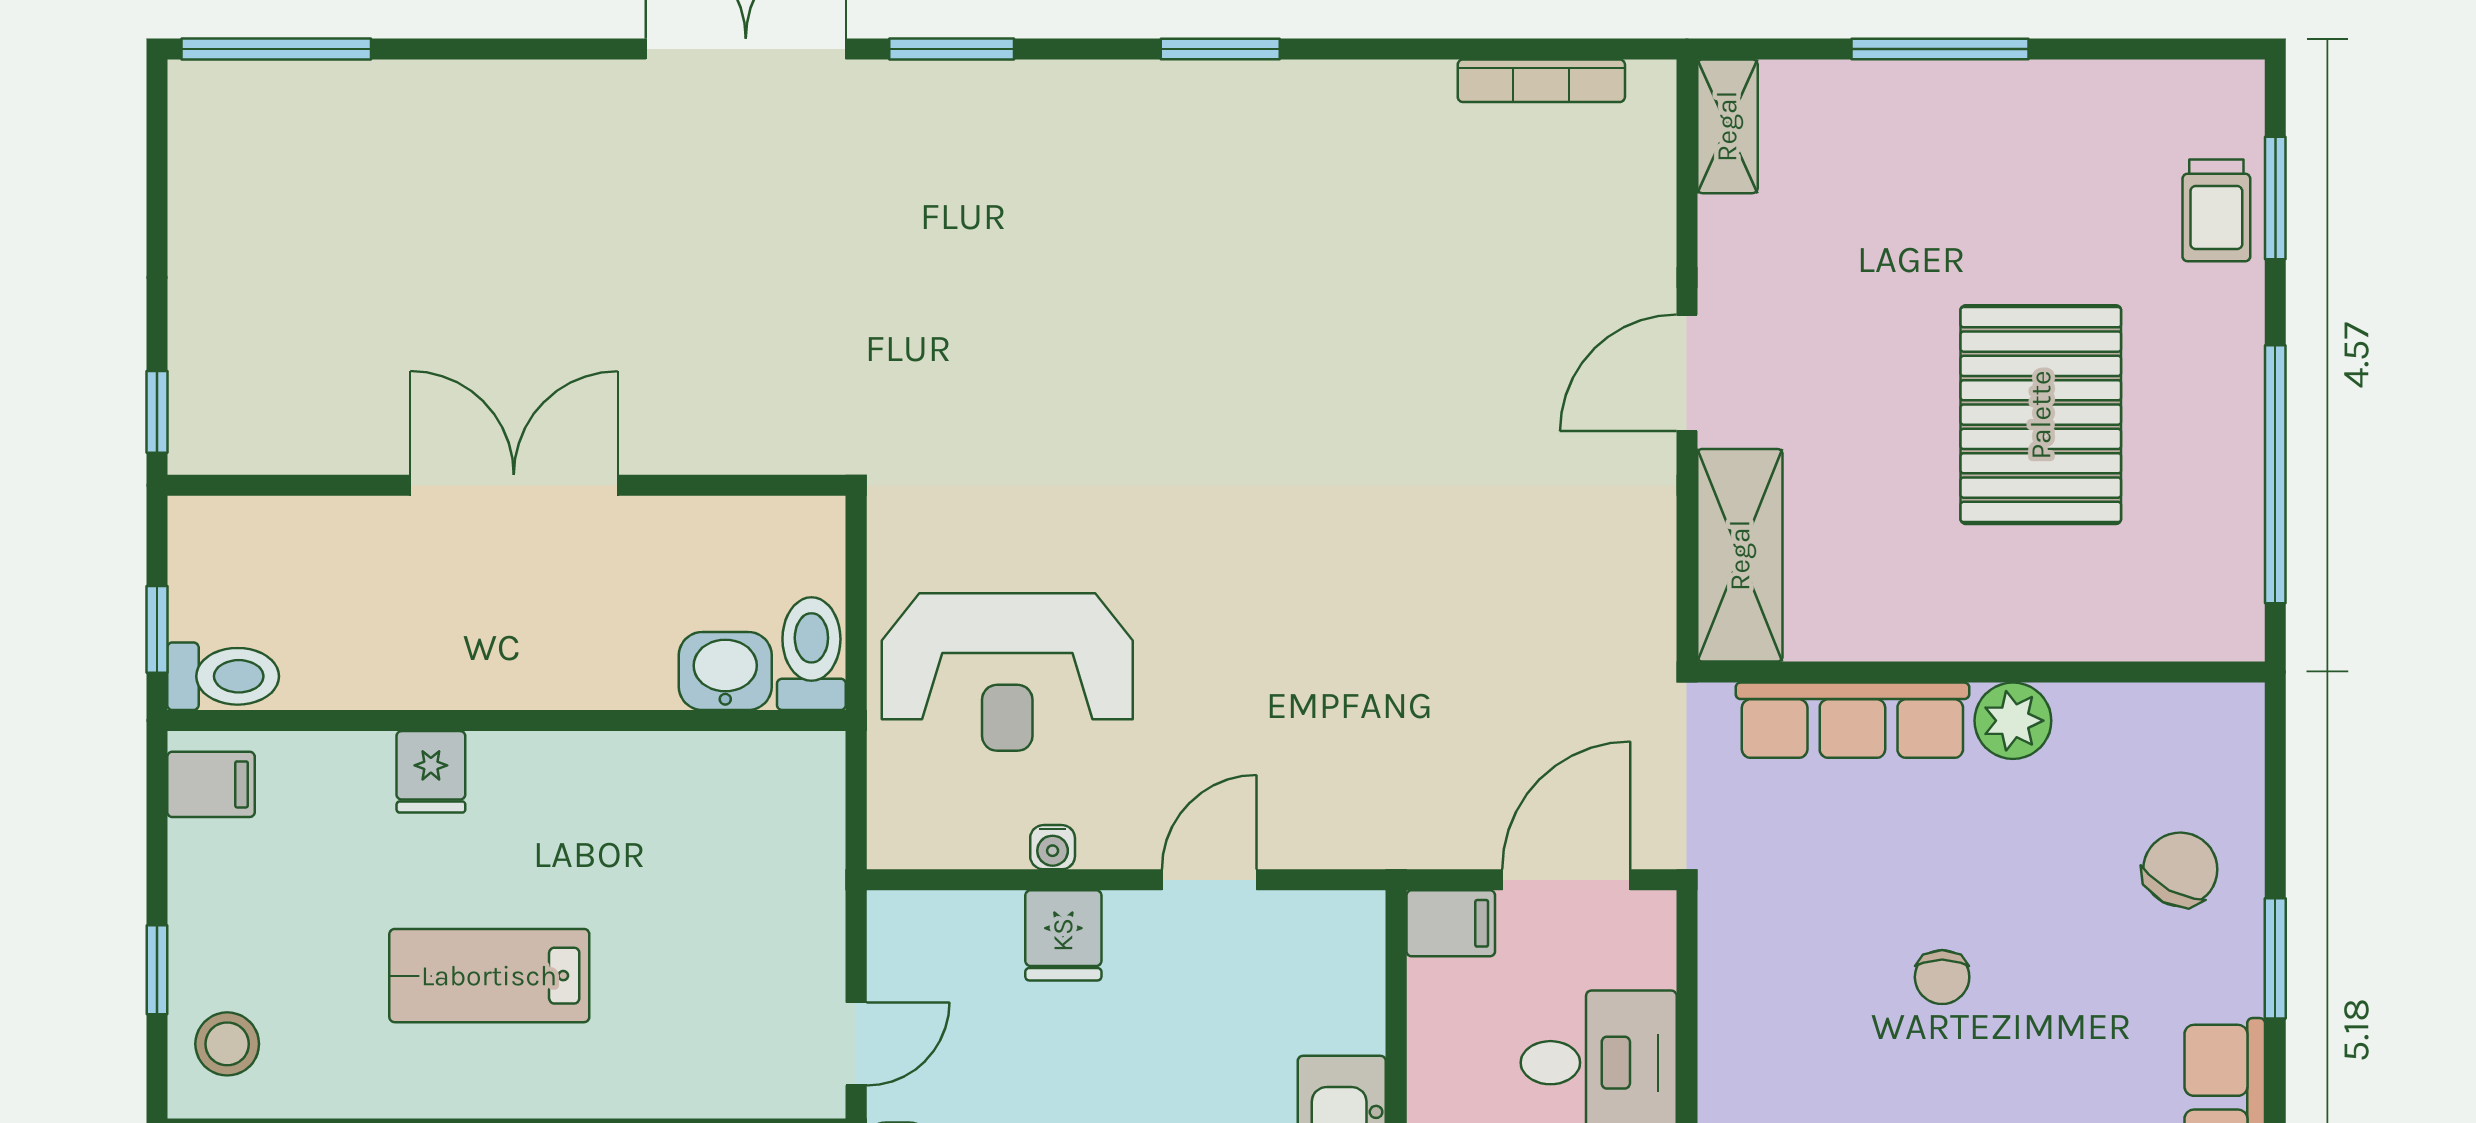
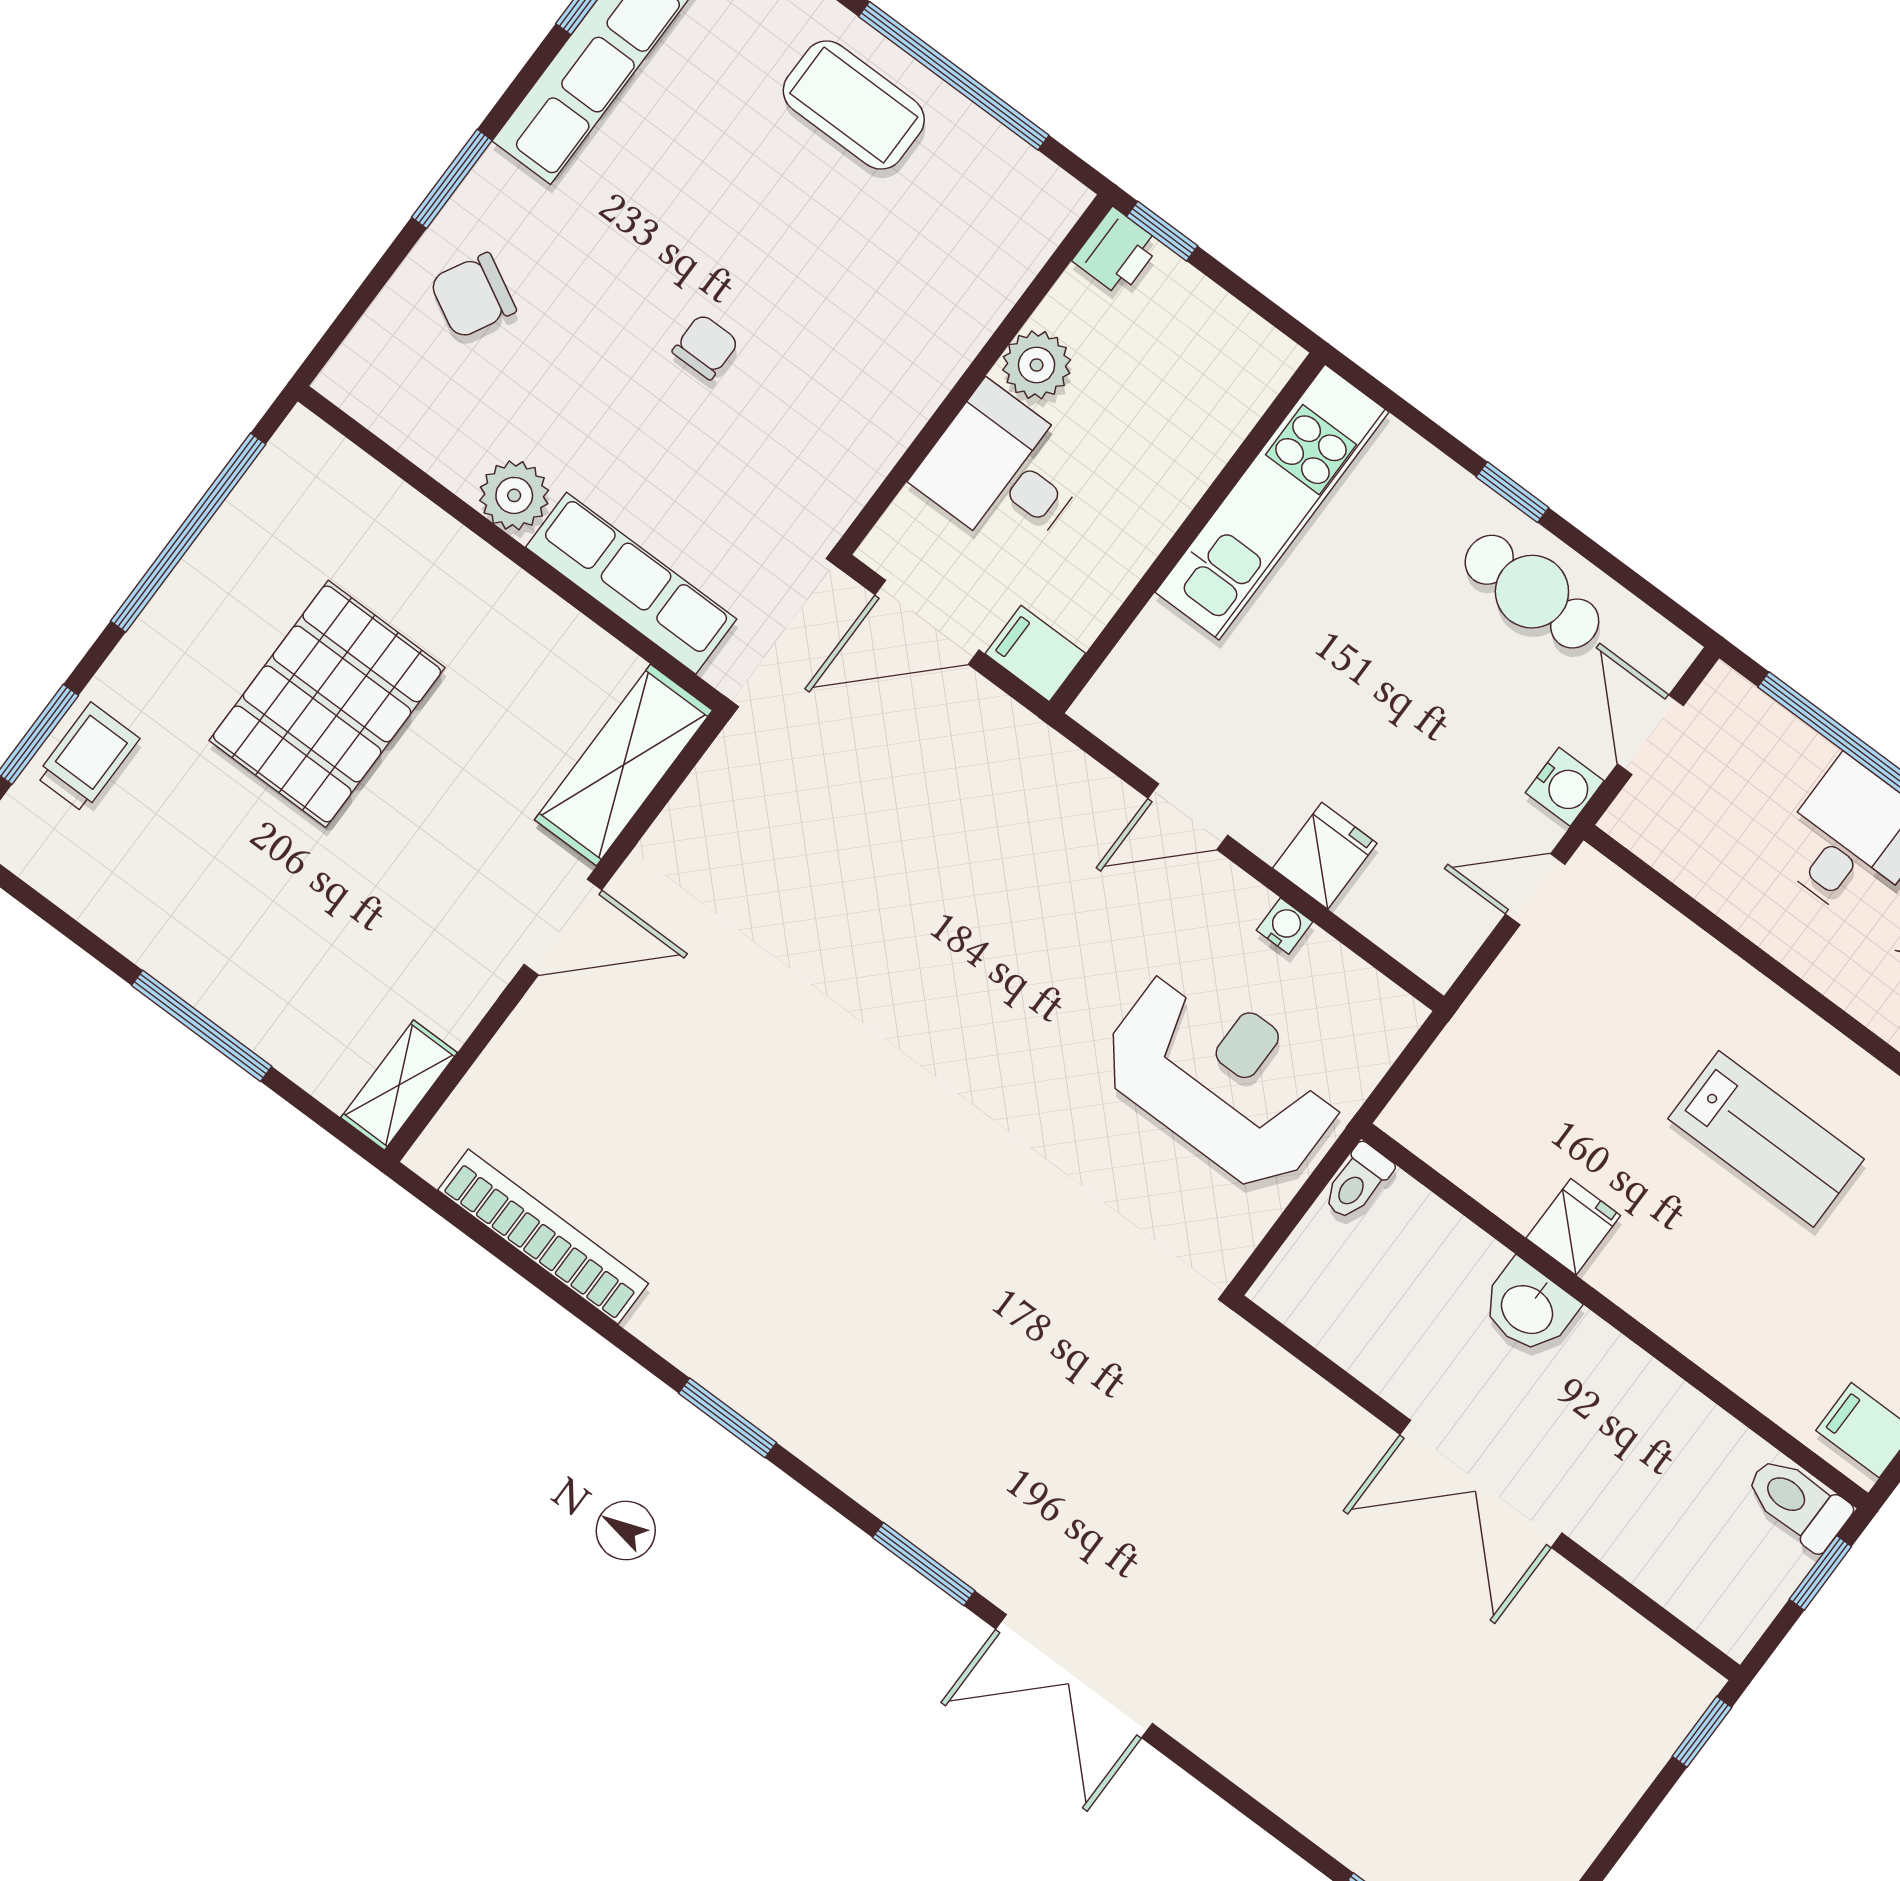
bookcase: (1541, 81) -> (543, 1237), width x1.48, depth x1.31
toilet: (811, 654) -> (1357, 1182), width x0.73, depth x0.72
washbasin: (725, 671) -> (1528, 1308), moved
fridge: (431, 772) -> (1573, 1227), moved

